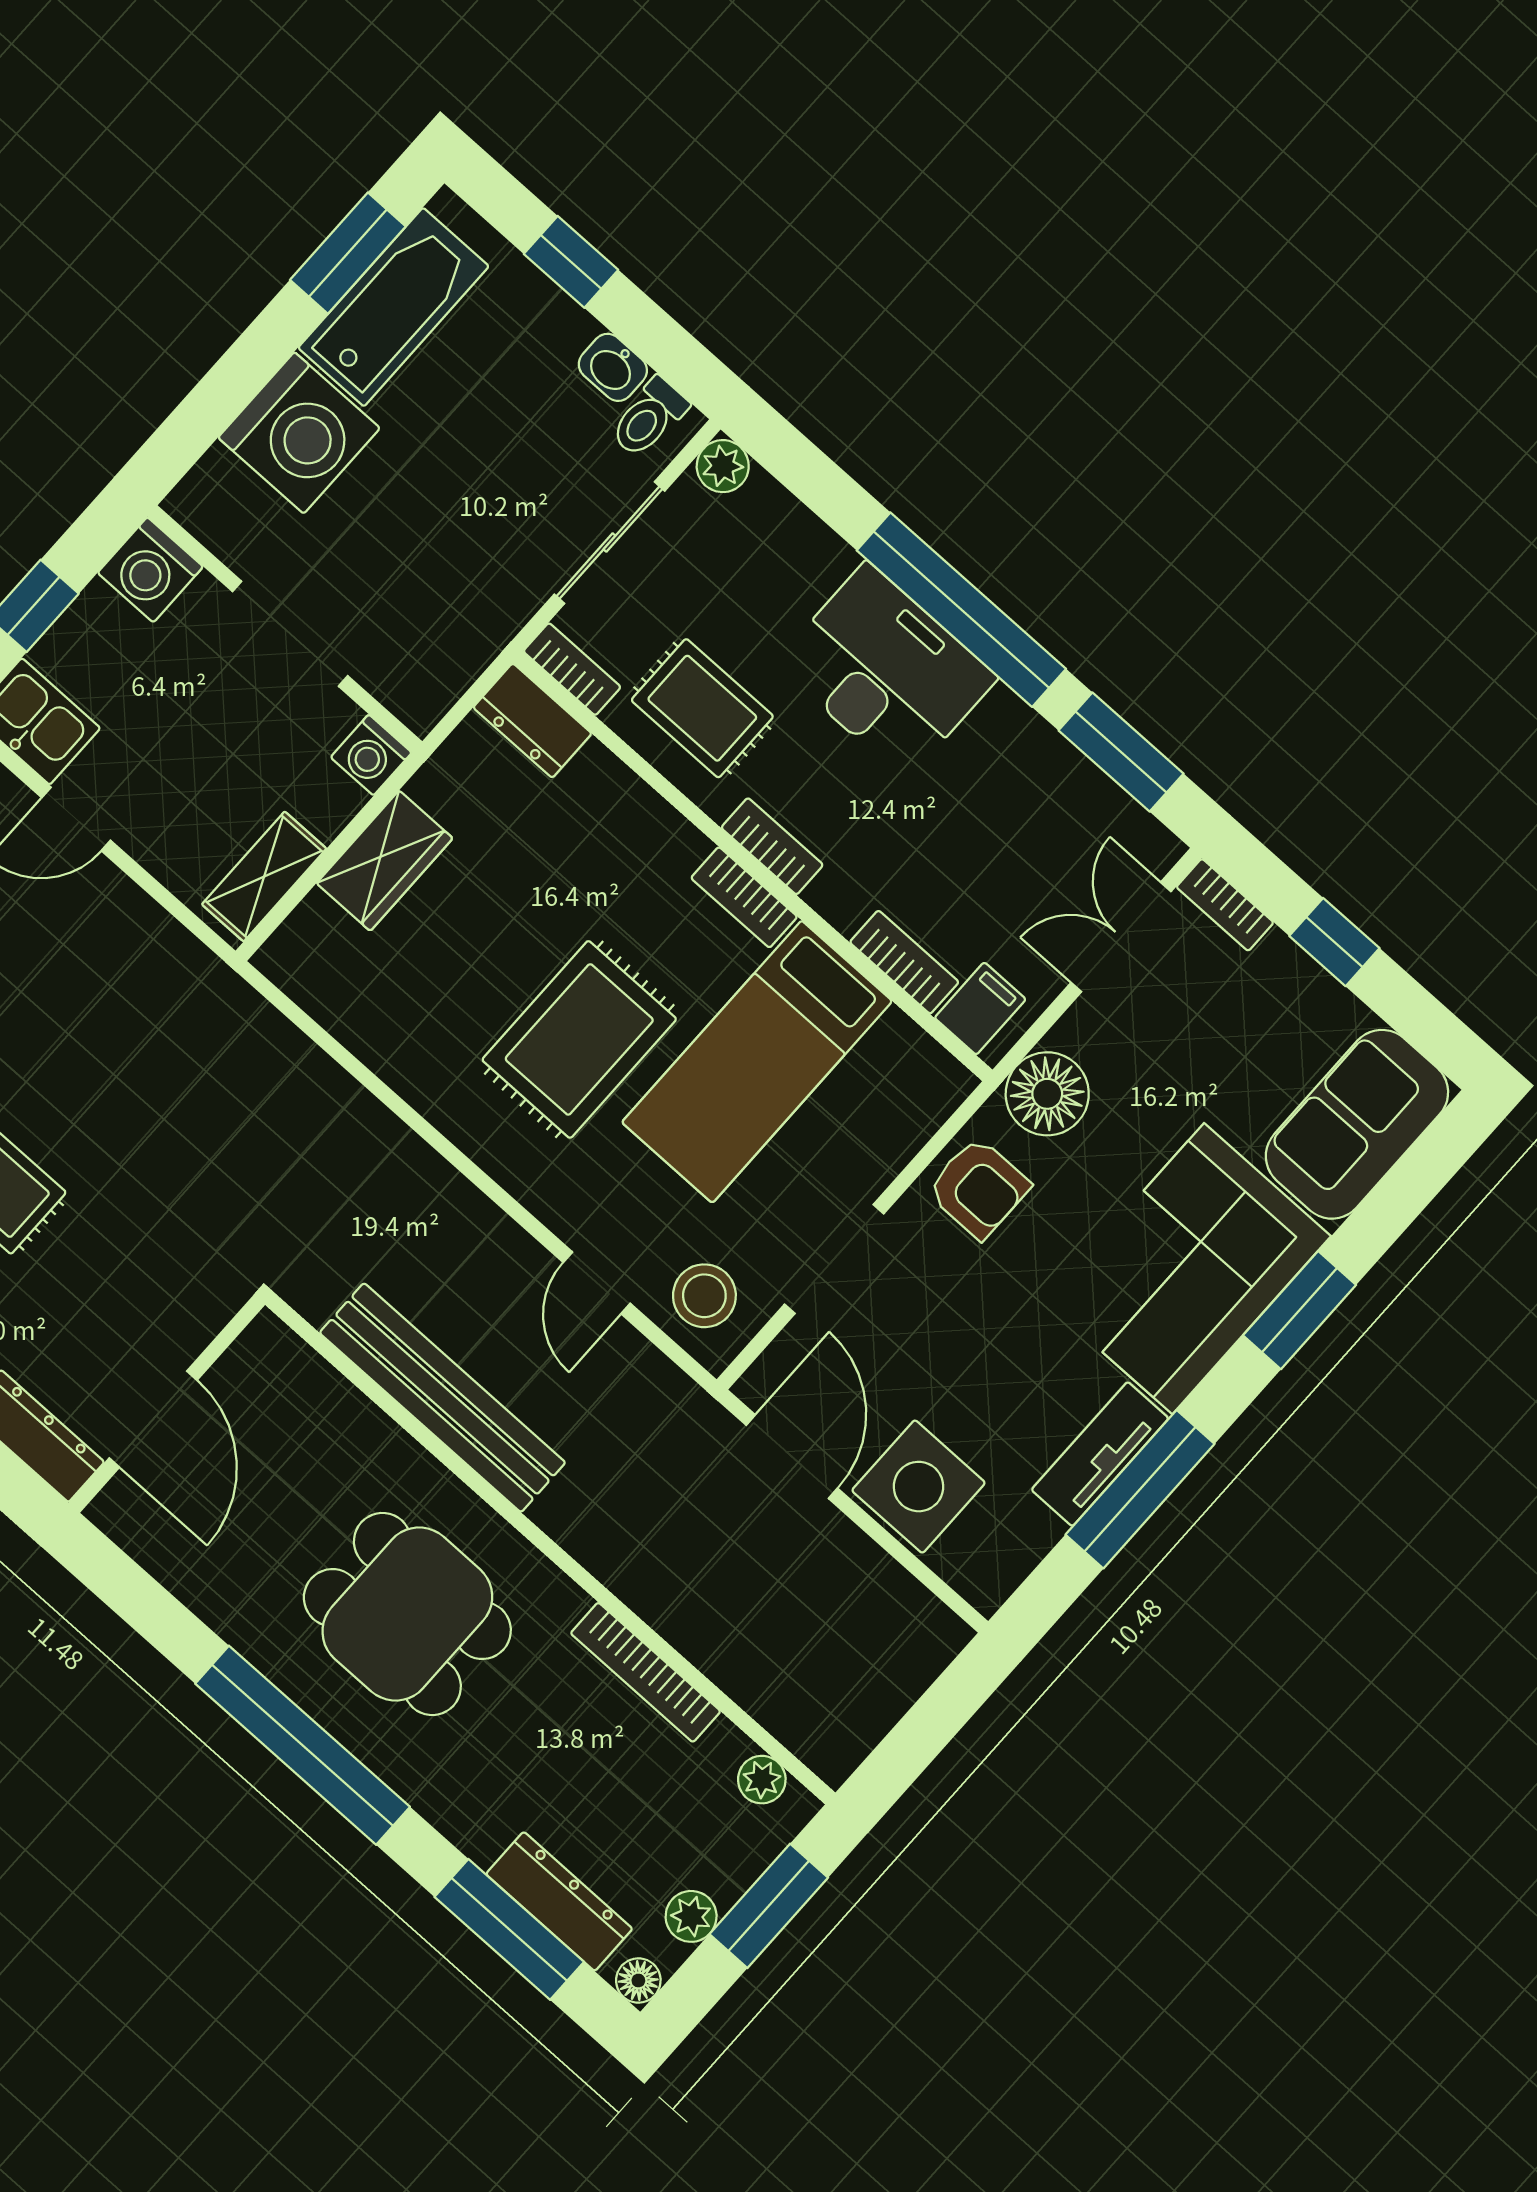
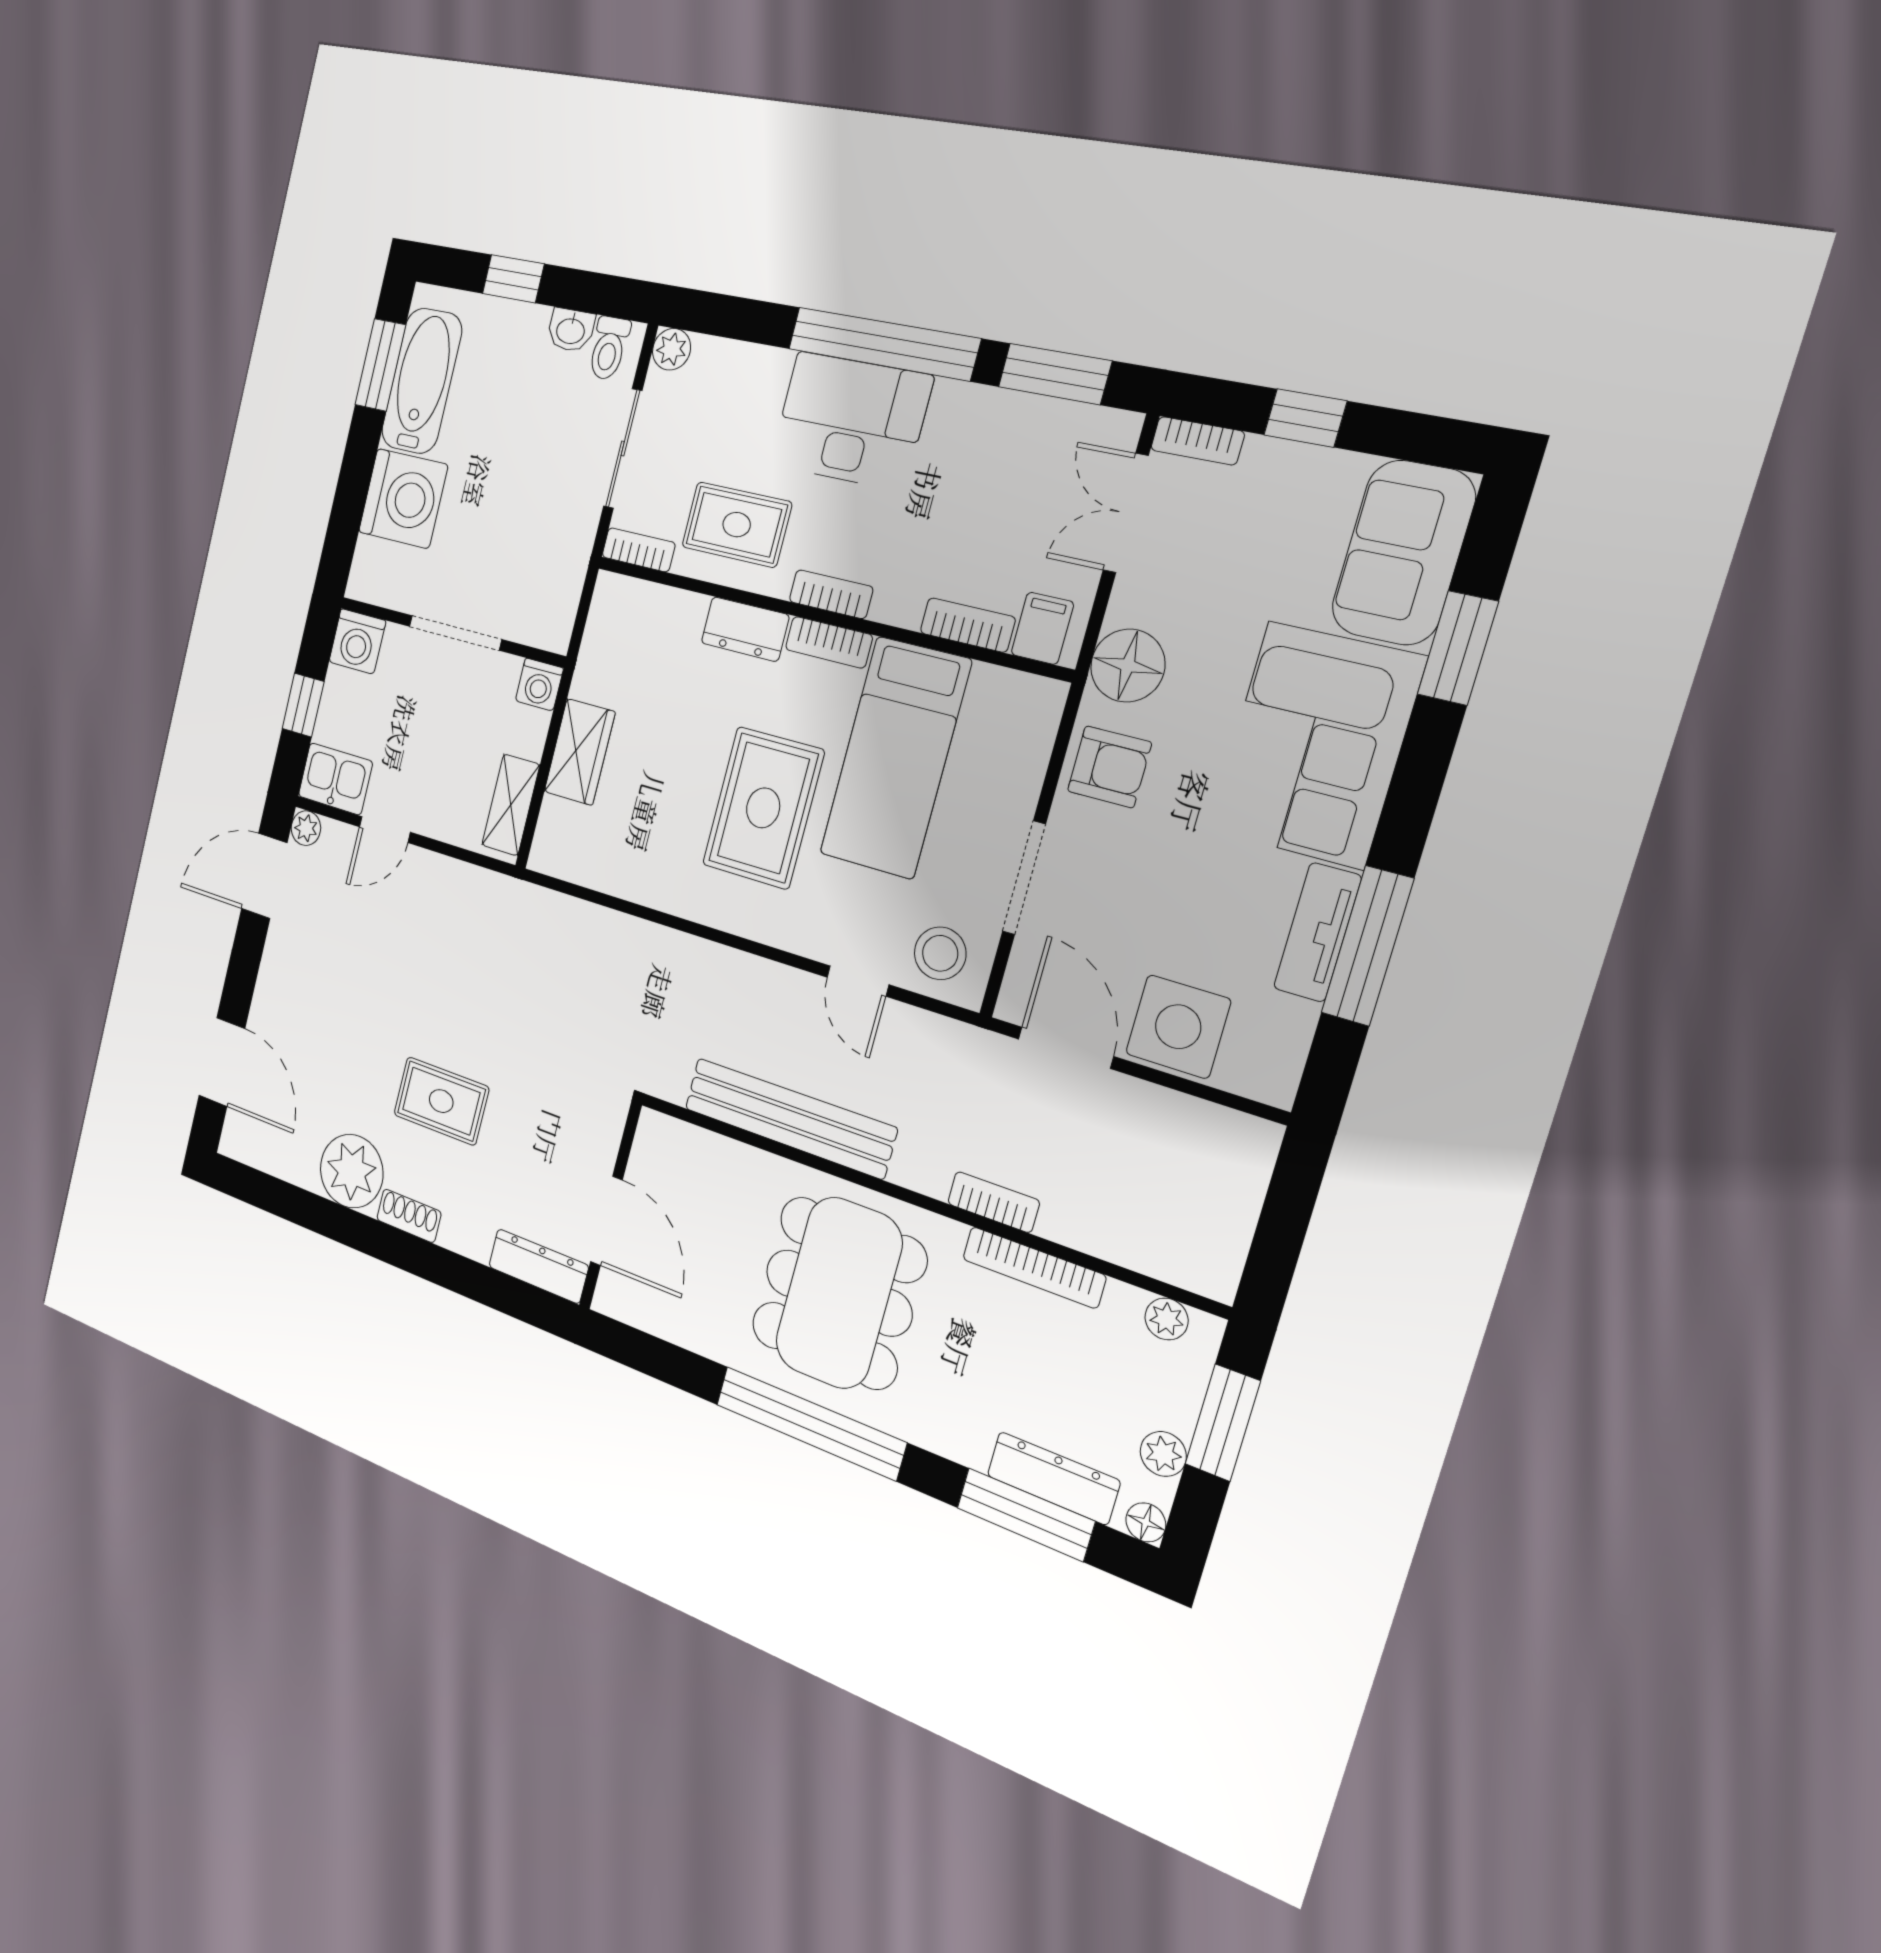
dresser: (532, 720) -> (745, 629), moved
window: (1300, 1310) -> (1458, 648), moved
bookcase: (634, 1586) -> (993, 1202), added
dining table: (407, 1614) -> (839, 1293), width x1.38

